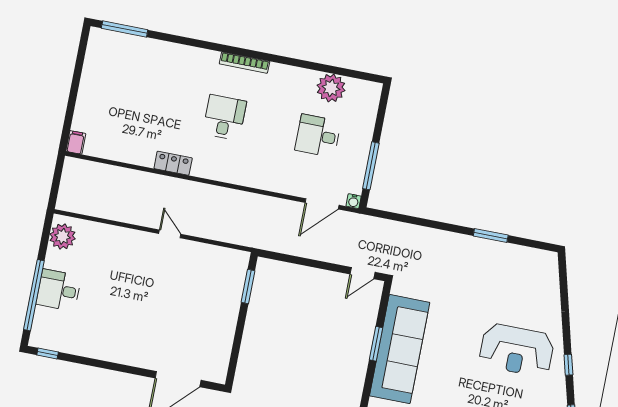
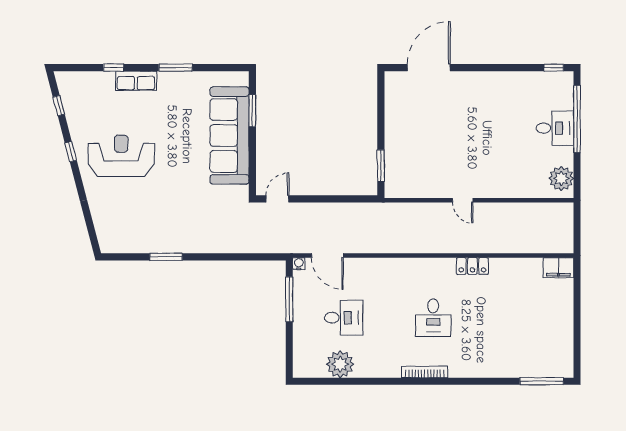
filing cabinet: (76, 142) -> (558, 268), width x2.00
door: (322, 204) -> (327, 255), swing flipped
window: (376, 344) -> (252, 111), moved

